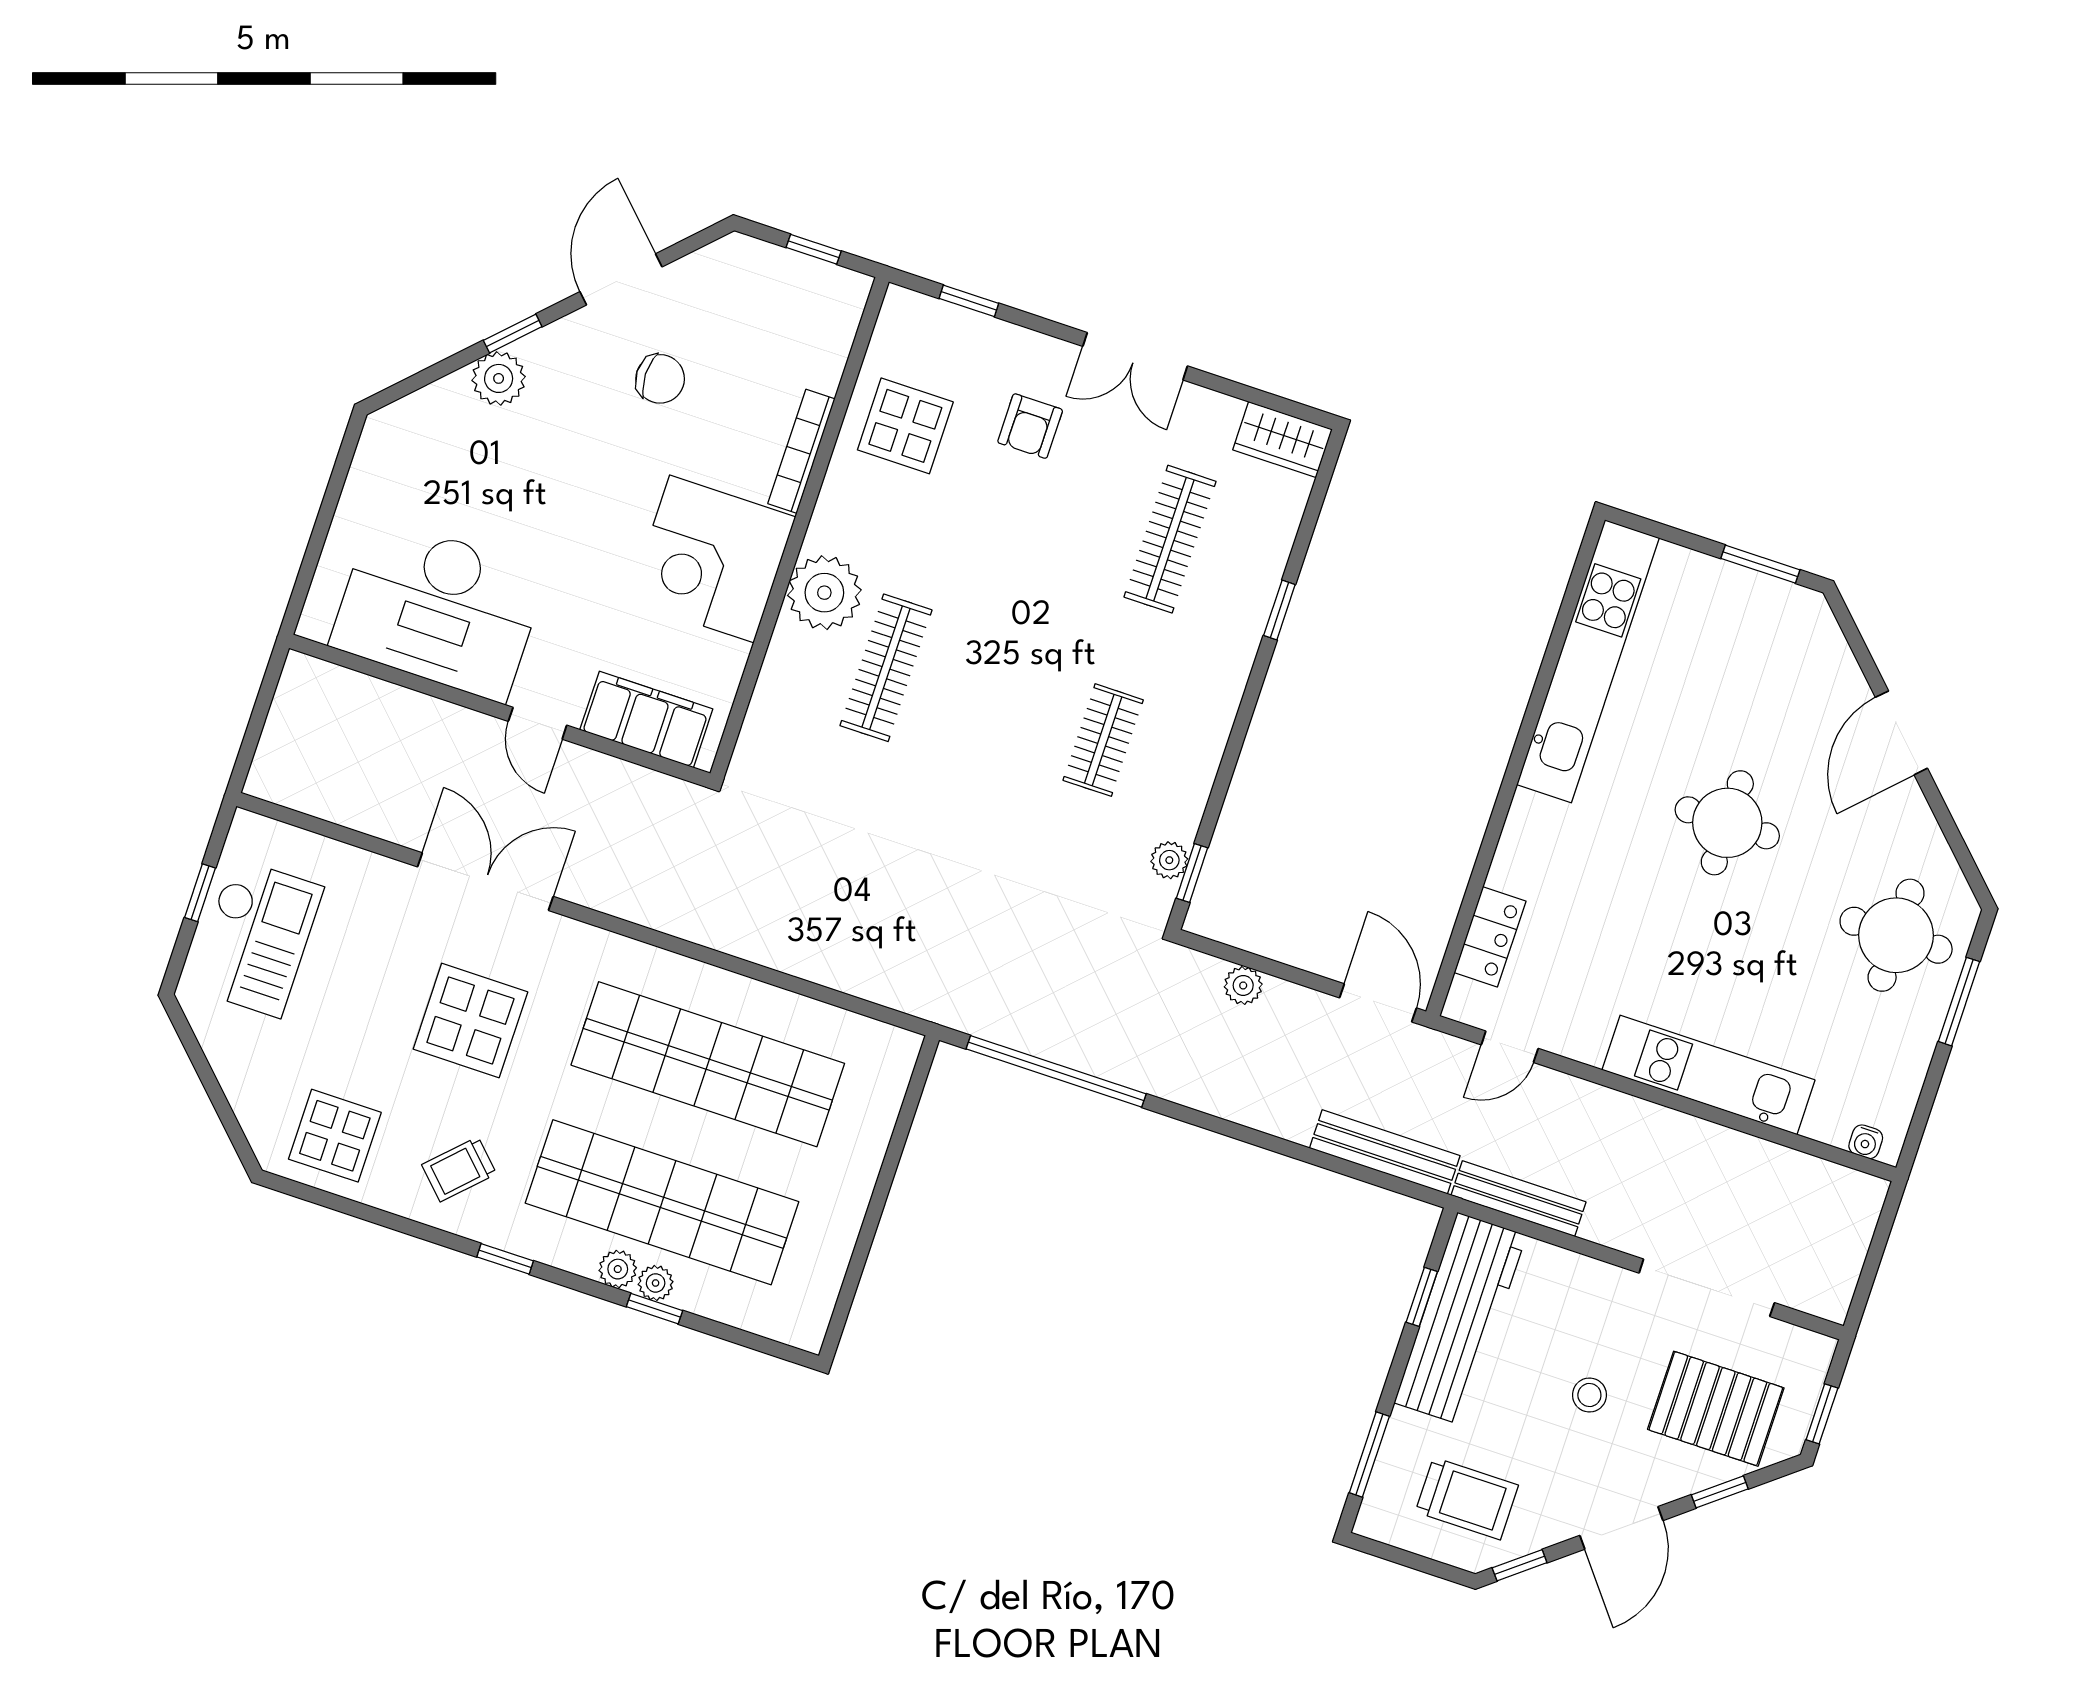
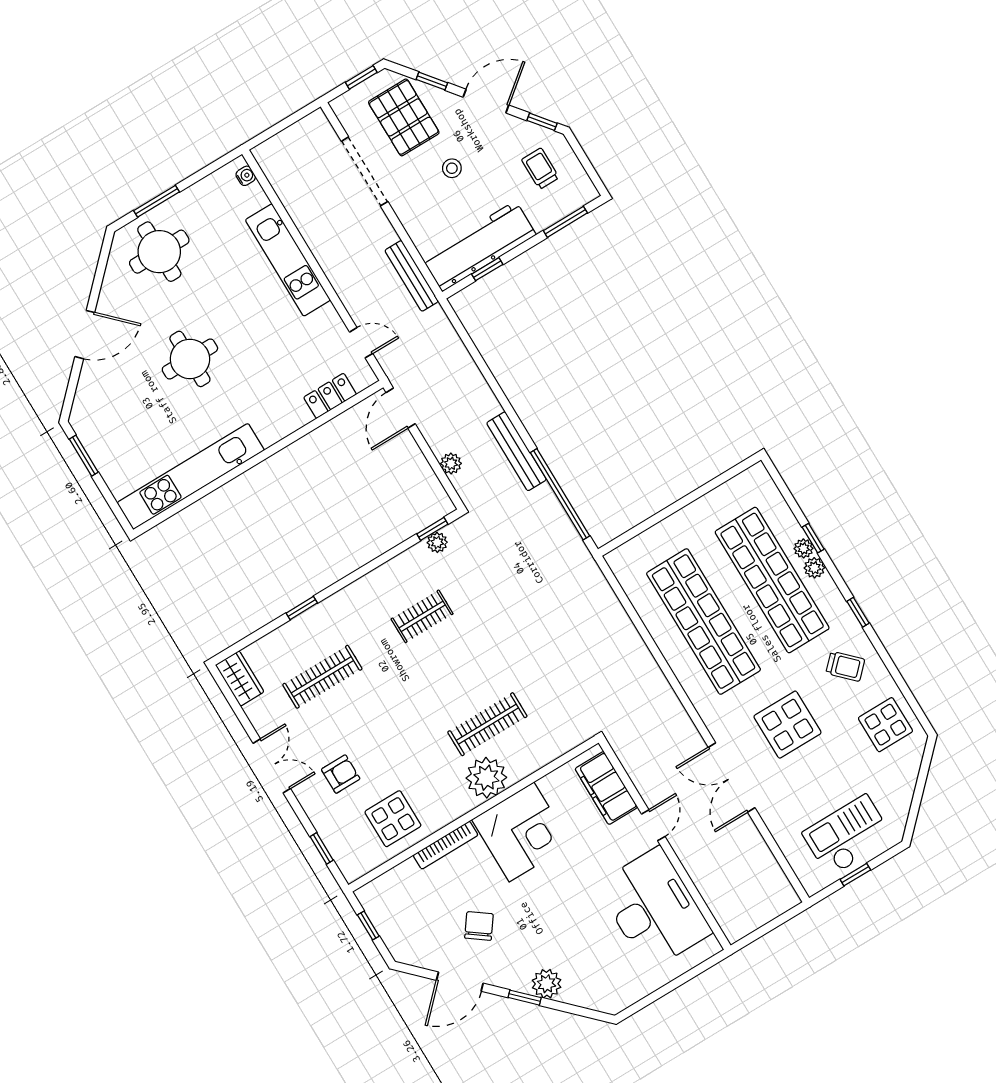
chair: (660, 379) -> (479, 926), turned 36
bench: (1385, 1152) -> (516, 451), moved
trolley: (1467, 1498) -> (540, 169), width x0.73, depth x0.72

